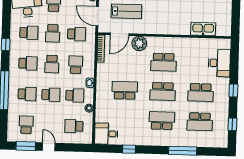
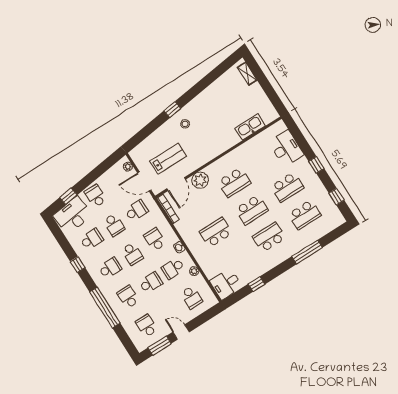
school desk: (27, 94) -> (128, 297), turned -90
school desk: (75, 95) -> (173, 268), turned 180
school desk: (74, 126) -> (191, 297), turned -90

